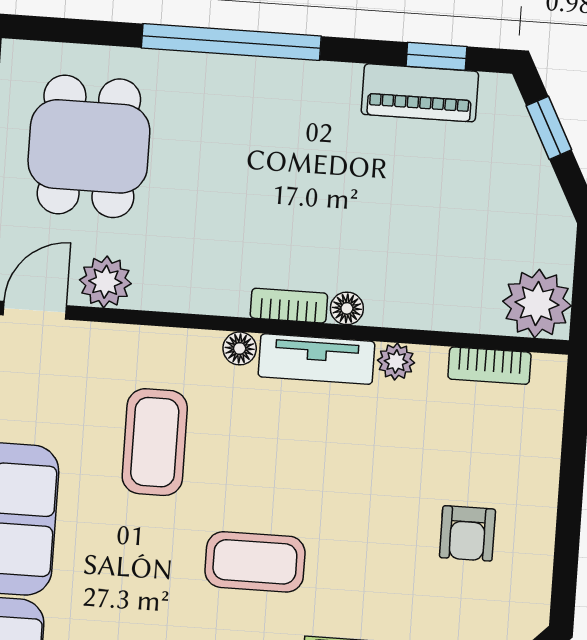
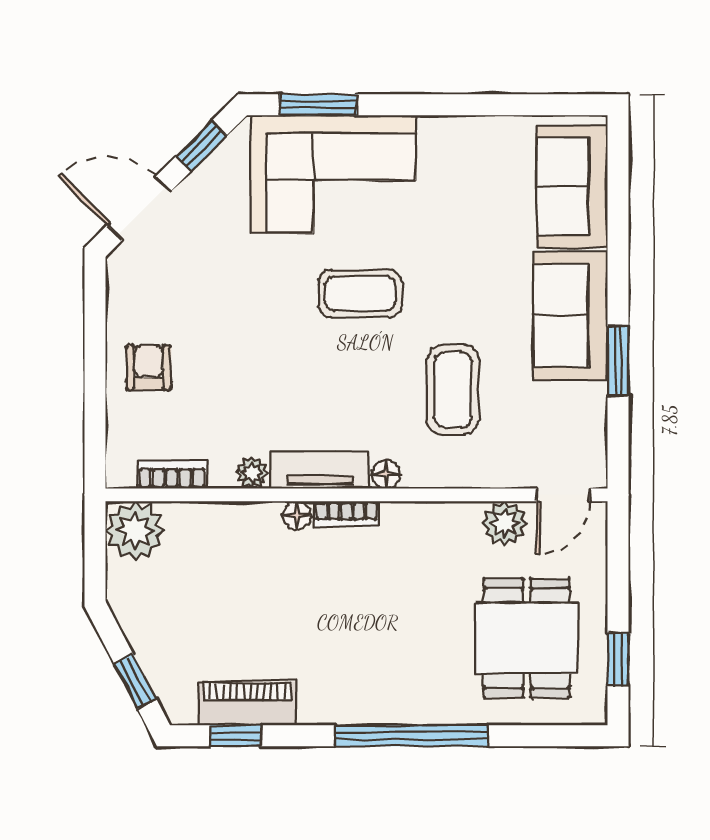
armchair: (467, 533) -> (149, 368), moved

